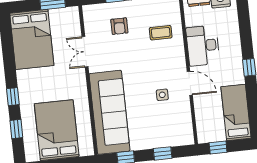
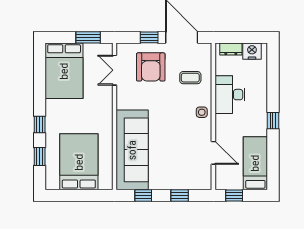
armchair: (119, 26) -> (151, 67), width x1.88, depth x1.88
double door: (85, 52) -> (115, 70), moved
door: (190, 83) -> (213, 153), moved
side table: (162, 95) -> (202, 112), moved

